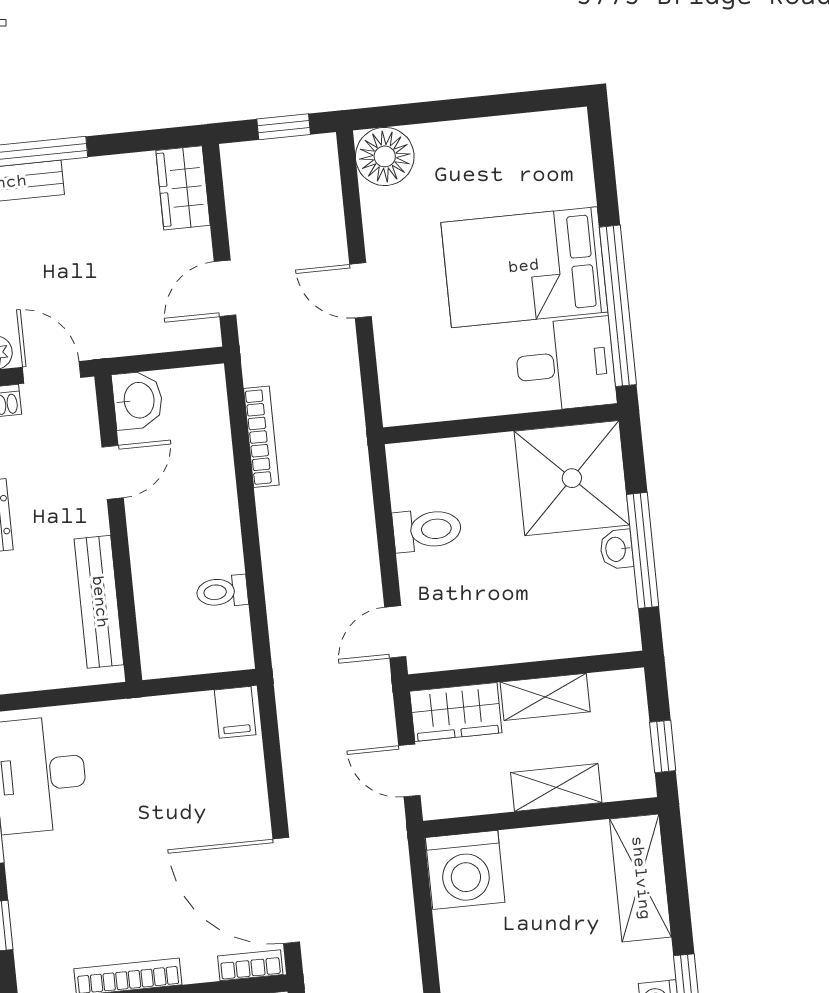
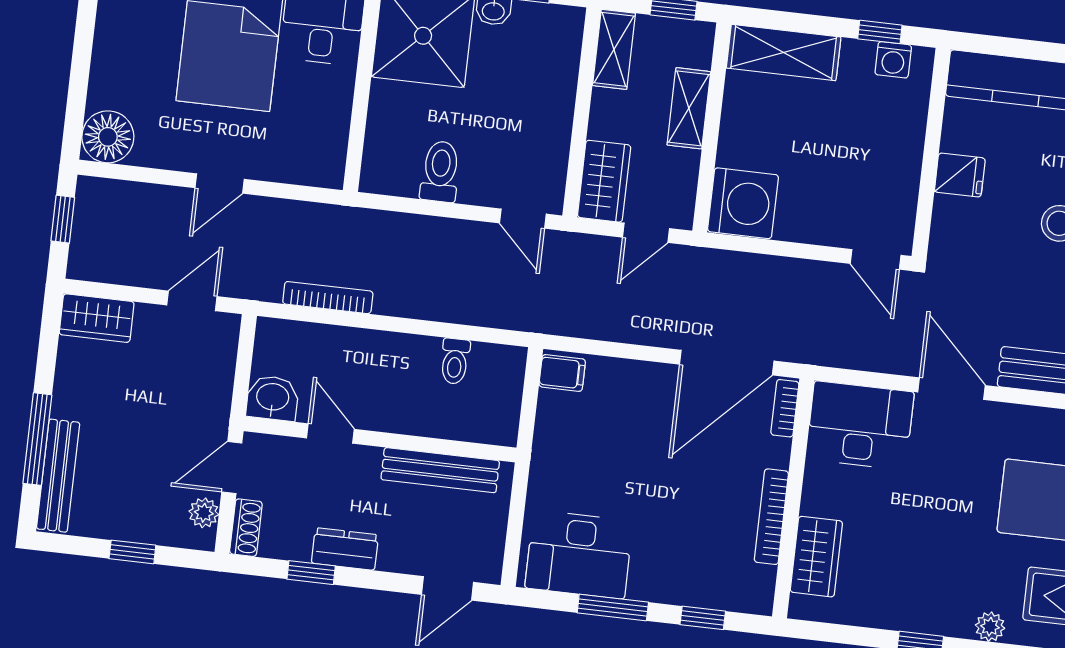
door: (225, 288) -> (192, 301), swing flipped
shelving: (545, 697) -> (614, 49), moved

